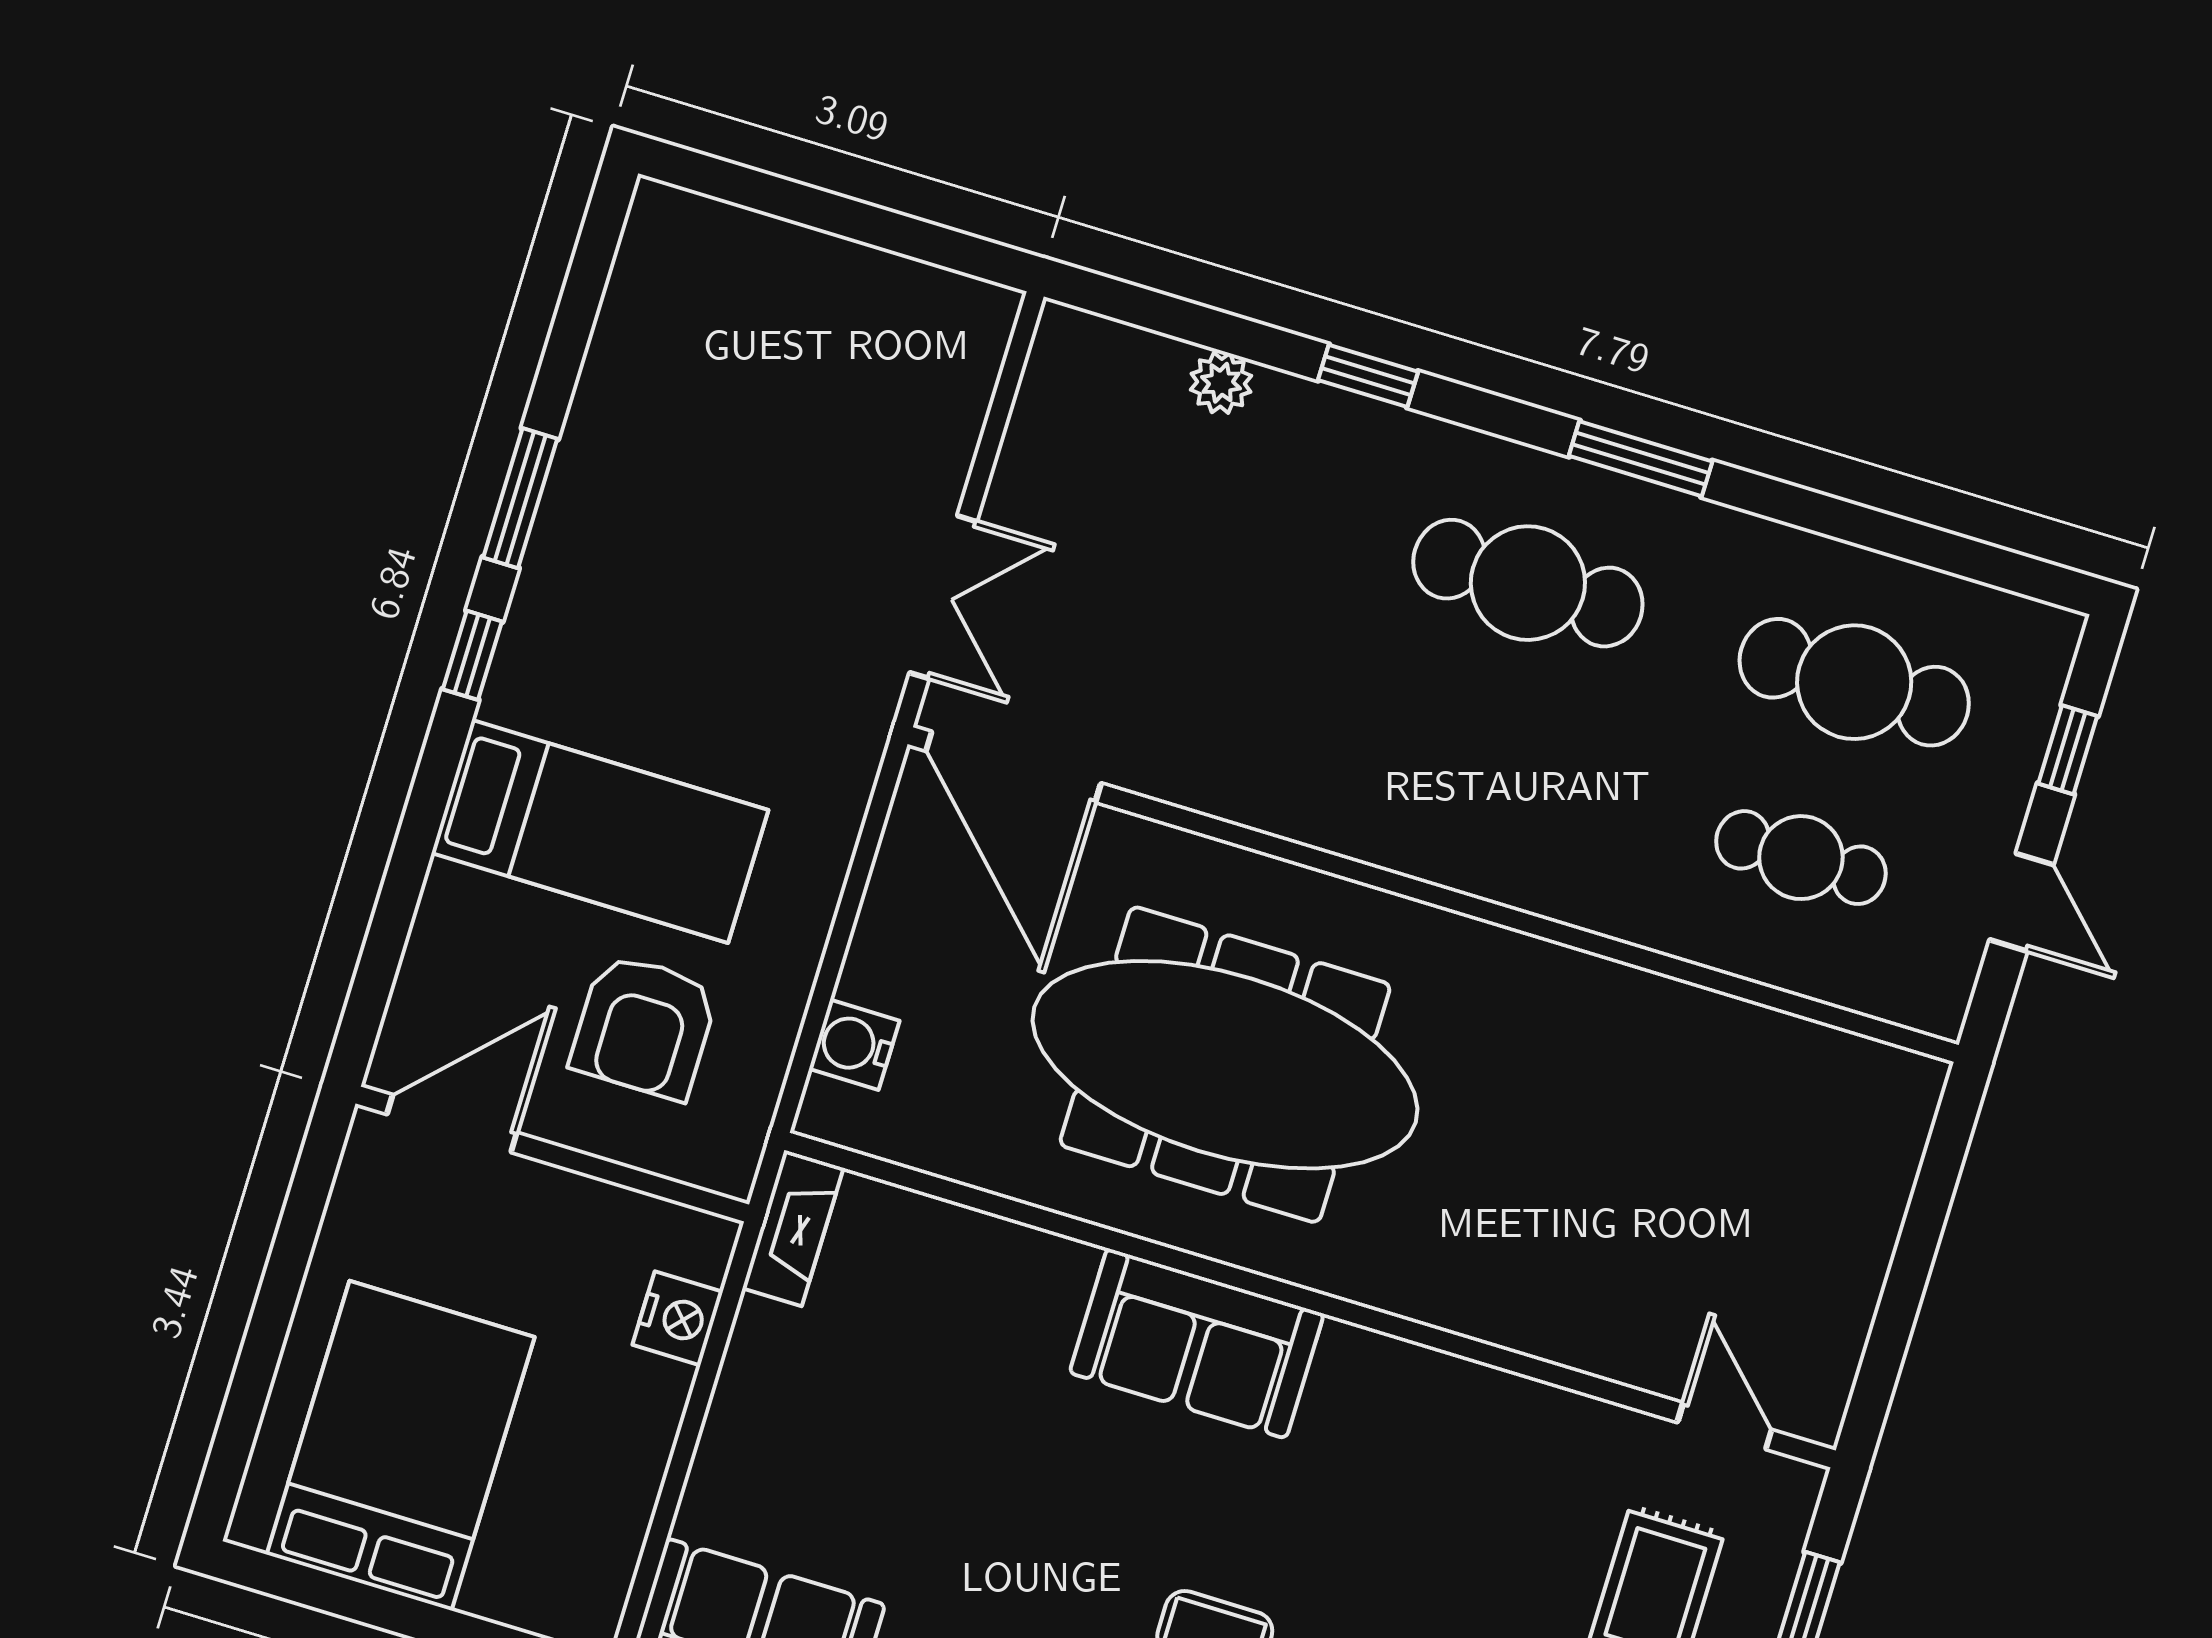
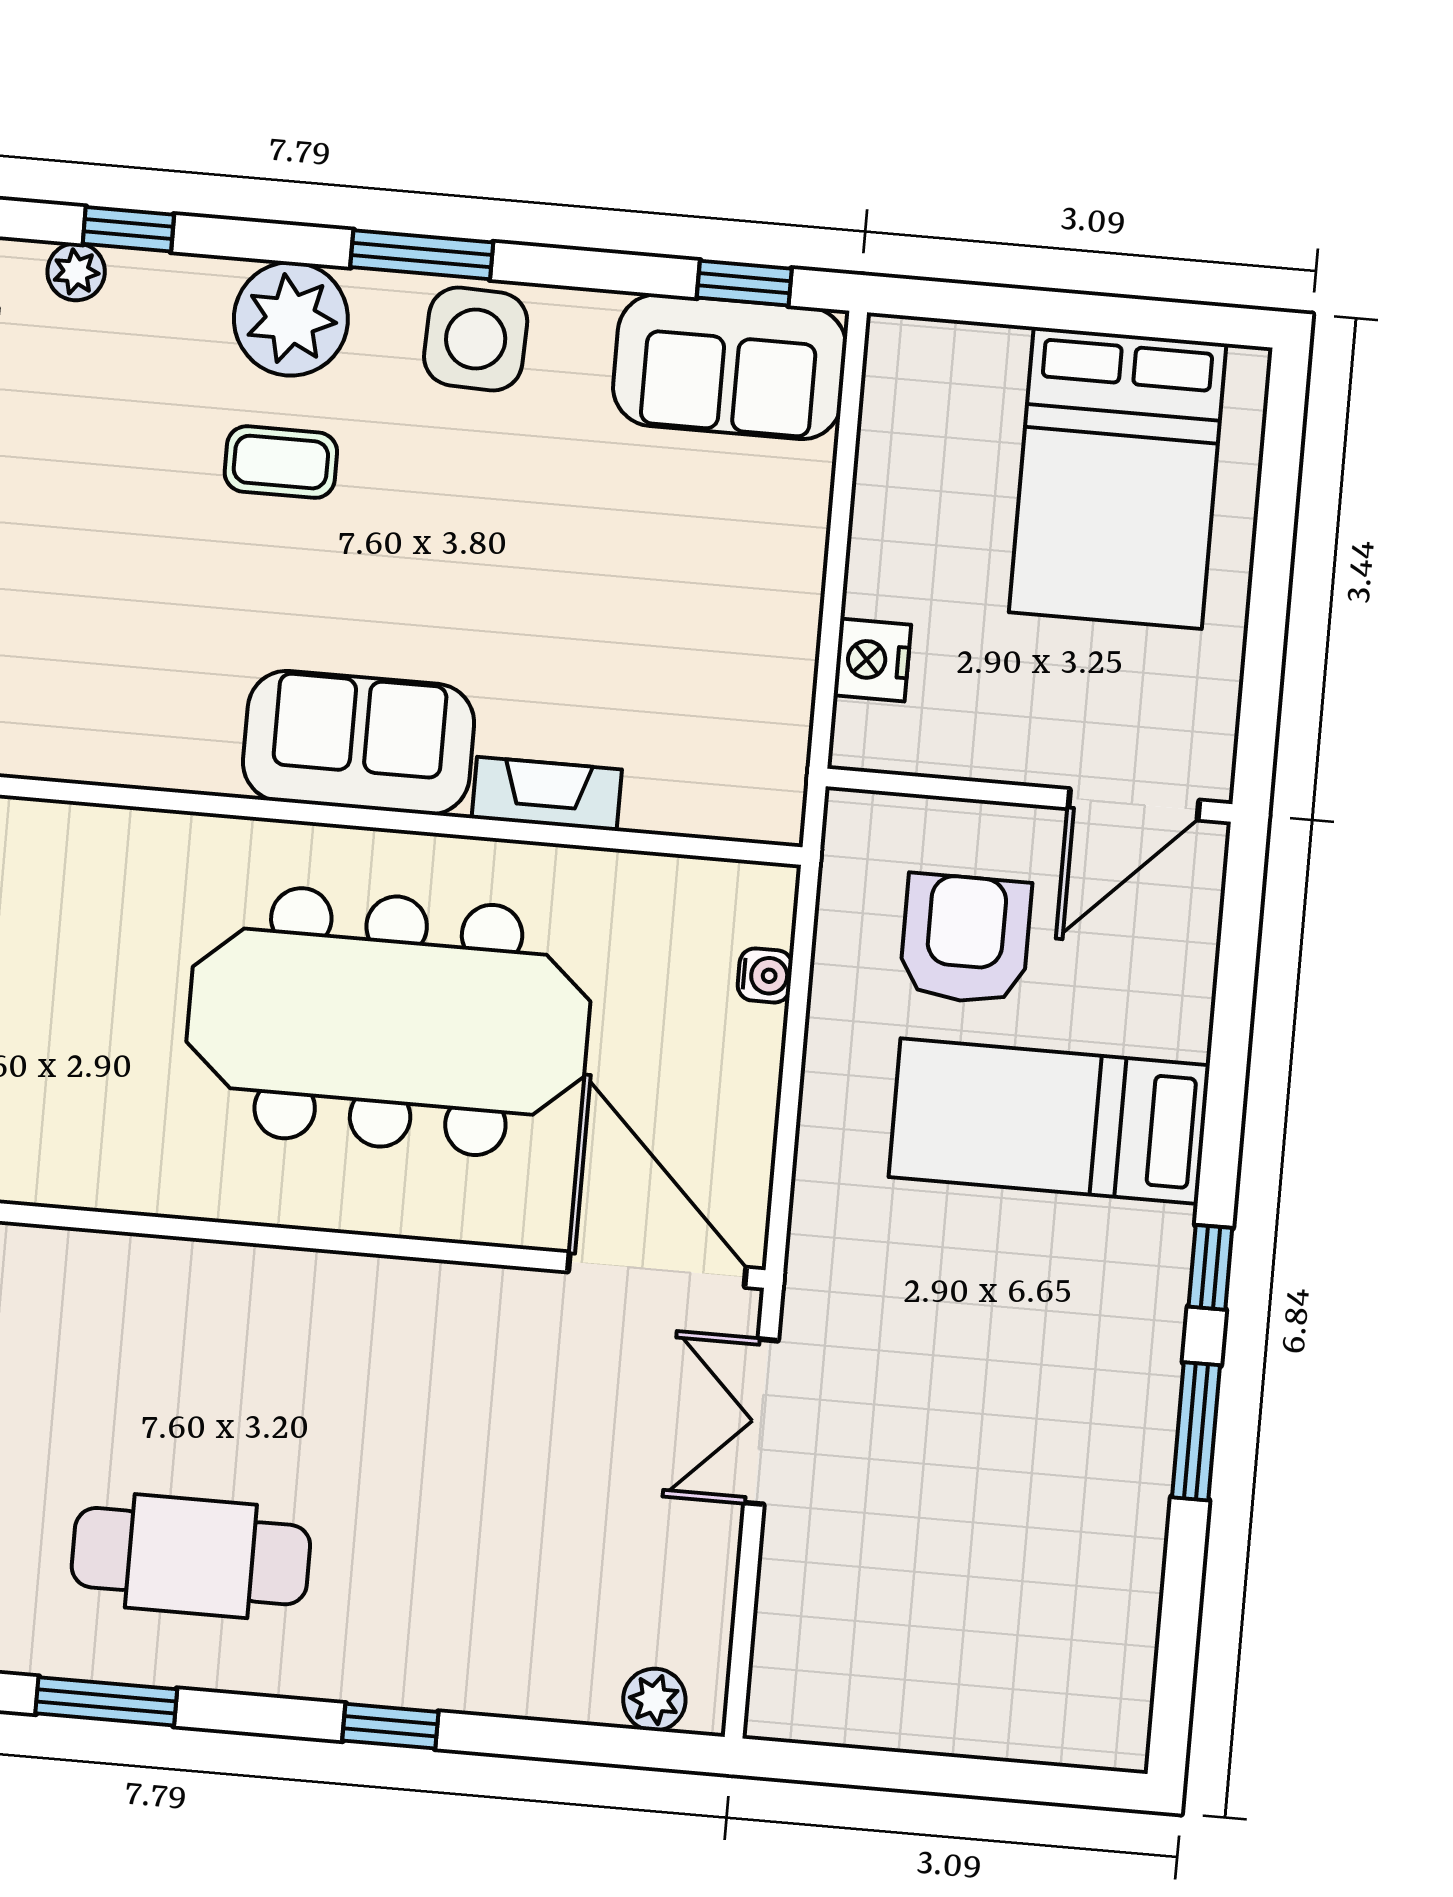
plant: (1221, 383) -> (654, 1700), moved
water cooler: (854, 1045) -> (765, 975), width x0.72, depth x0.72
fireplace: (793, 1228) -> (547, 794), moved, turned 90

